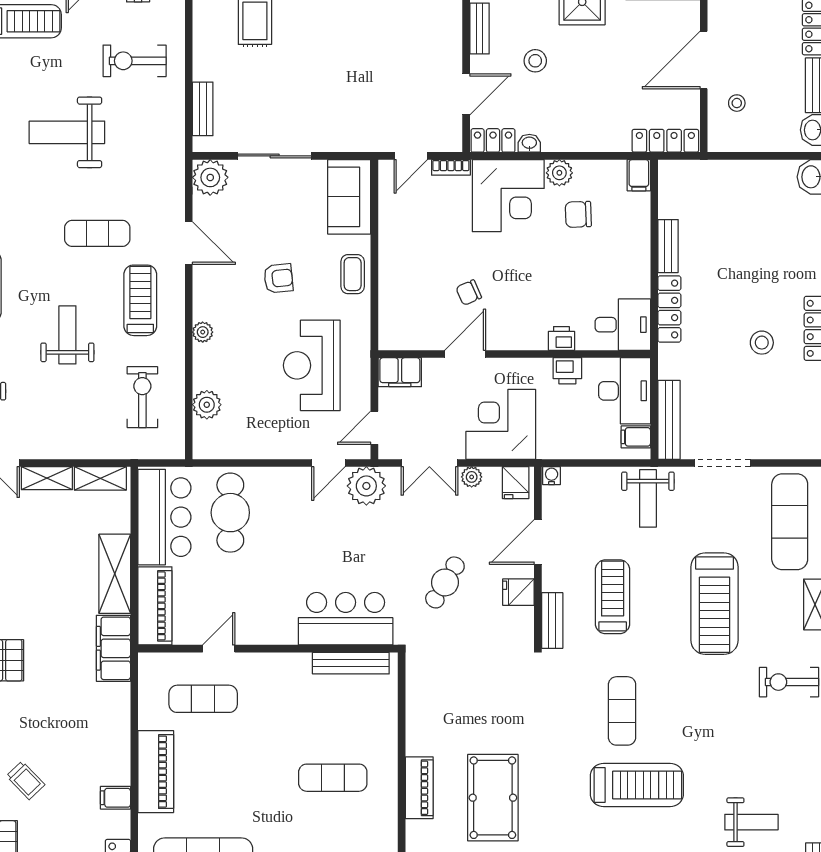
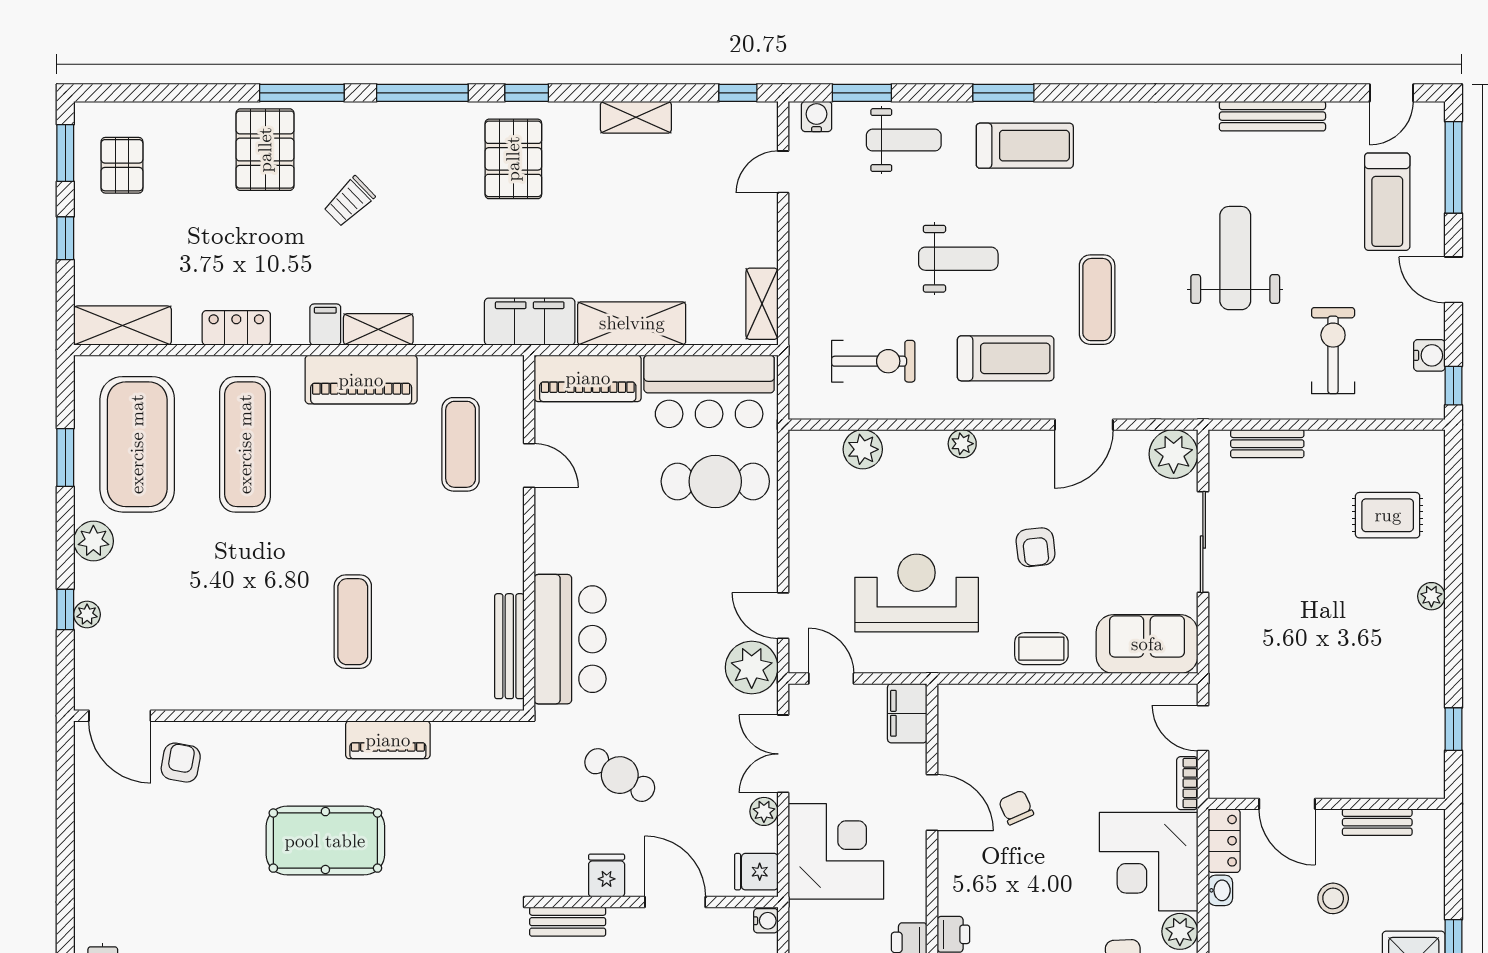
shelving: (47, 478) -> (378, 329), moved, turned 90
piano: (419, 788) -> (388, 740), moved

